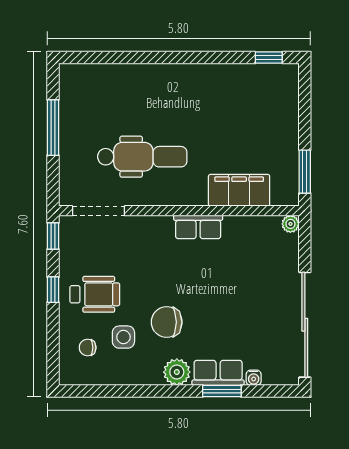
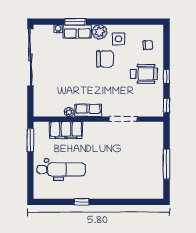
window: (269, 58) -> (82, 202), moved
dental chair: (142, 157) -> (61, 169), moved, turned 180
doorway: (98, 211) -> (123, 119), moved
plant: (290, 224) -> (69, 112), moved
wheelchair: (95, 294) -> (144, 74), turned 180
side table: (123, 337) -> (119, 39), moved

